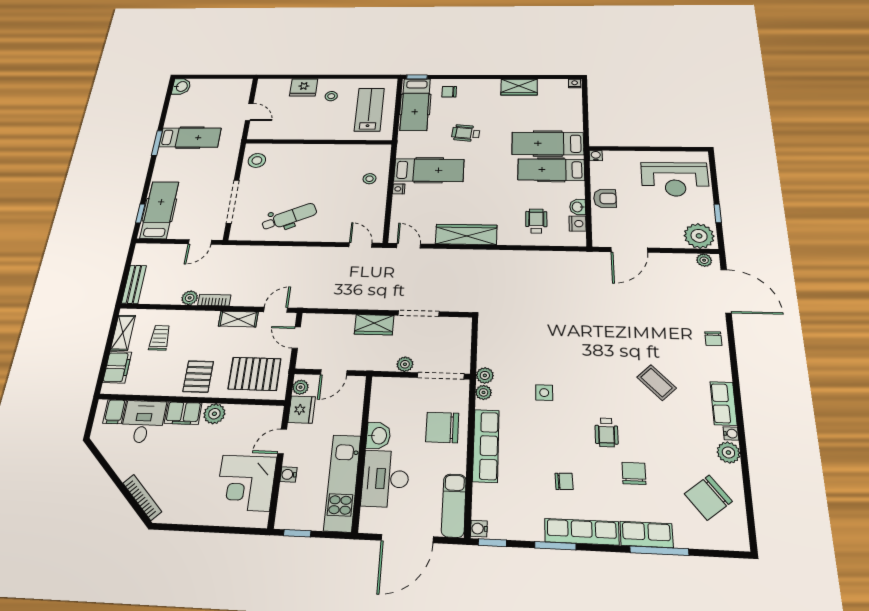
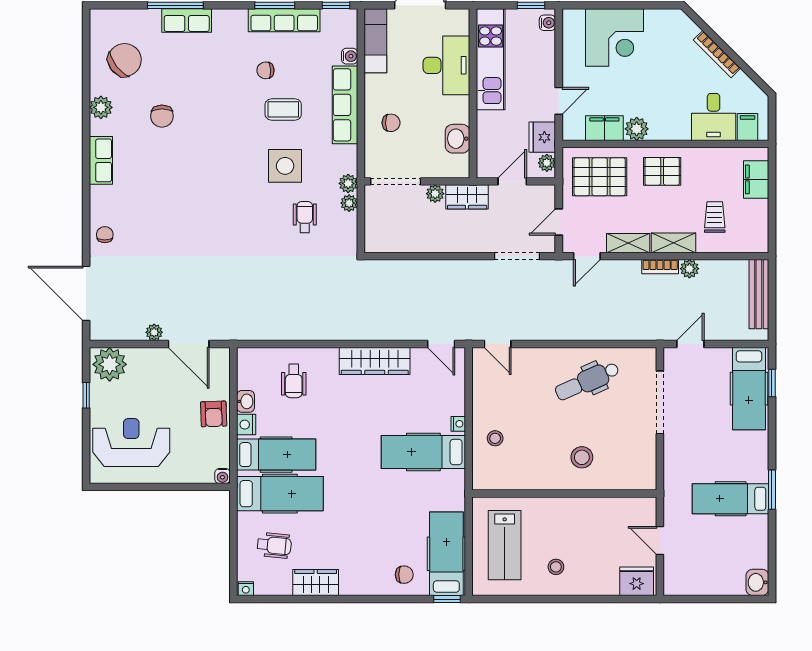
fridge: (304, 87) -> (637, 581), moved
wheelchair: (466, 133) -> (274, 545), moved
stool: (257, 160) -> (582, 457), moved
armchair: (605, 198) -> (214, 414), turned -92
nightstand: (577, 224) -> (246, 425), moved
door: (629, 250) -> (189, 344), swing flipped
plant: (704, 260) -> (154, 332), moved
bench: (134, 284) -> (759, 294), width x1.36
doorway: (418, 313) -> (517, 256), moved
wardrobe: (374, 325) -> (467, 197), moved, turned 180
shelving: (123, 333) -> (673, 243), moved, turned 90
trolley: (160, 338) -> (715, 217), turned 180
door: (296, 338) -> (559, 222), swing flipped
pallet: (198, 377) -> (662, 171), turned 90
coffee table: (657, 383) -> (283, 109), moved, turned -46
plant: (484, 392) -> (349, 203), moved
side table: (544, 393) -> (285, 166), width x1.87, depth x1.87
filing cabinet: (183, 413) -> (604, 128), moved
chair: (442, 427) -> (391, 123), width x0.54, depth x0.54
wheelchair: (607, 432) -> (305, 217), moved
water cooler: (731, 434) -> (96, 128), removed
washbasin: (378, 436) -> (457, 139), moved
chair: (634, 473) -> (162, 116), moved
water cooler: (289, 474) -> (547, 23), moved
corner desk: (246, 483) -> (614, 37), moved, turned 90
bookcase: (142, 497) -> (717, 54), moved
water cooler: (479, 529) -> (350, 56), moved
row of seats: (582, 532) -> (284, 20), moved

